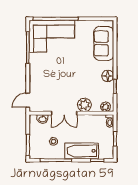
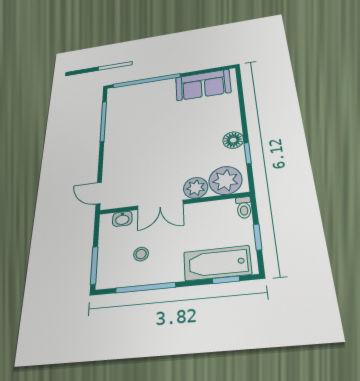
corner sofa: (52, 36) -> (140, 102), removed
sofa: (104, 43) -> (203, 85), moved, turned -90
door: (28, 100) -> (99, 193), hinge flipped
plant: (106, 107) -> (225, 180), width x1.87, depth x1.87
bathtub: (82, 151) -> (217, 263), moved

